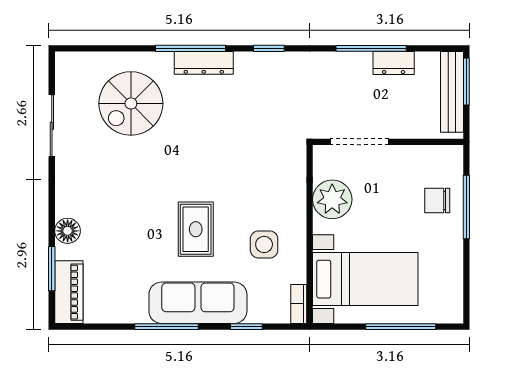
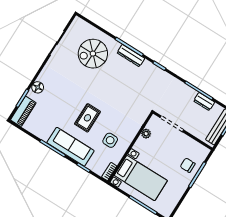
plant: (332, 199) -> (146, 134), width x0.53, depth x0.53

